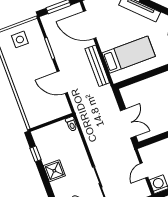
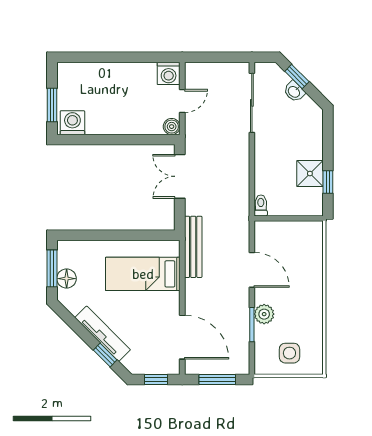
plant: (44, 58) -> (264, 314), added
bench: (97, 66) -> (193, 247), moved
boiler: (145, 152) -> (172, 127), added
shower: (54, 171) -> (310, 174), moved

